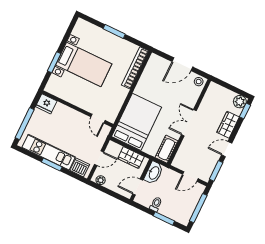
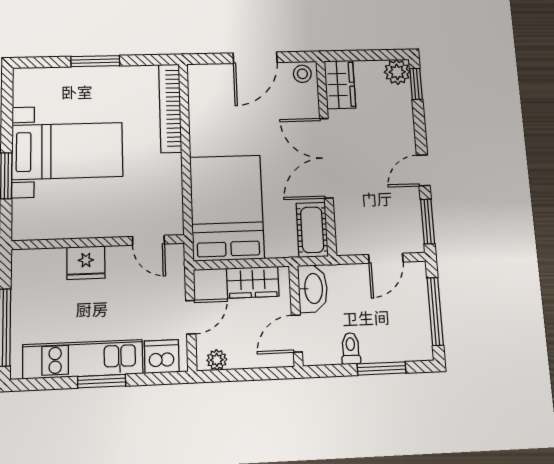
fridge: (46, 104) -> (86, 263), moved
double door: (189, 123) -> (326, 158), width x1.37
wardrobe: (228, 125) -> (340, 84), moved, turned 180

